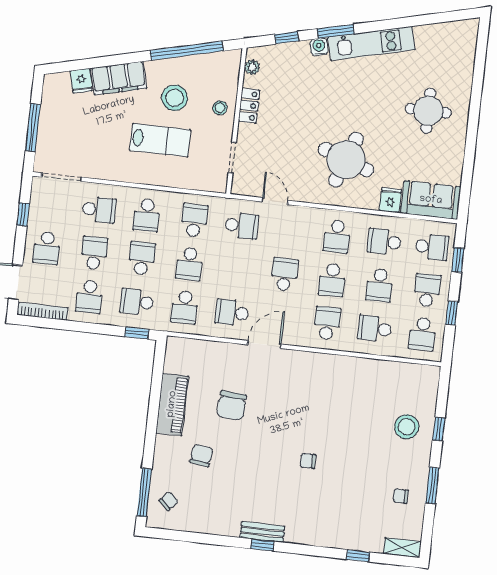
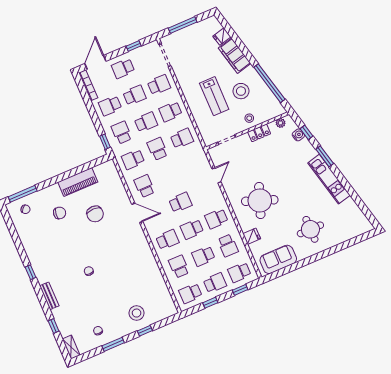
water cooler: (319, 47) -> (298, 135), moved
sofa: (431, 200) -> (278, 259), moved, turned -90
school desk: (99, 210) -> (159, 85), turned -90
school desk: (242, 226) -> (193, 165), removed
school desk: (384, 242) -> (228, 246), turned 180
school desk: (432, 247) -> (239, 272), turned 90
school desk: (189, 264) -> (157, 149), turned 90
chair: (232, 406) -> (95, 214), turned -94
bench: (262, 532) -> (49, 296), moved

